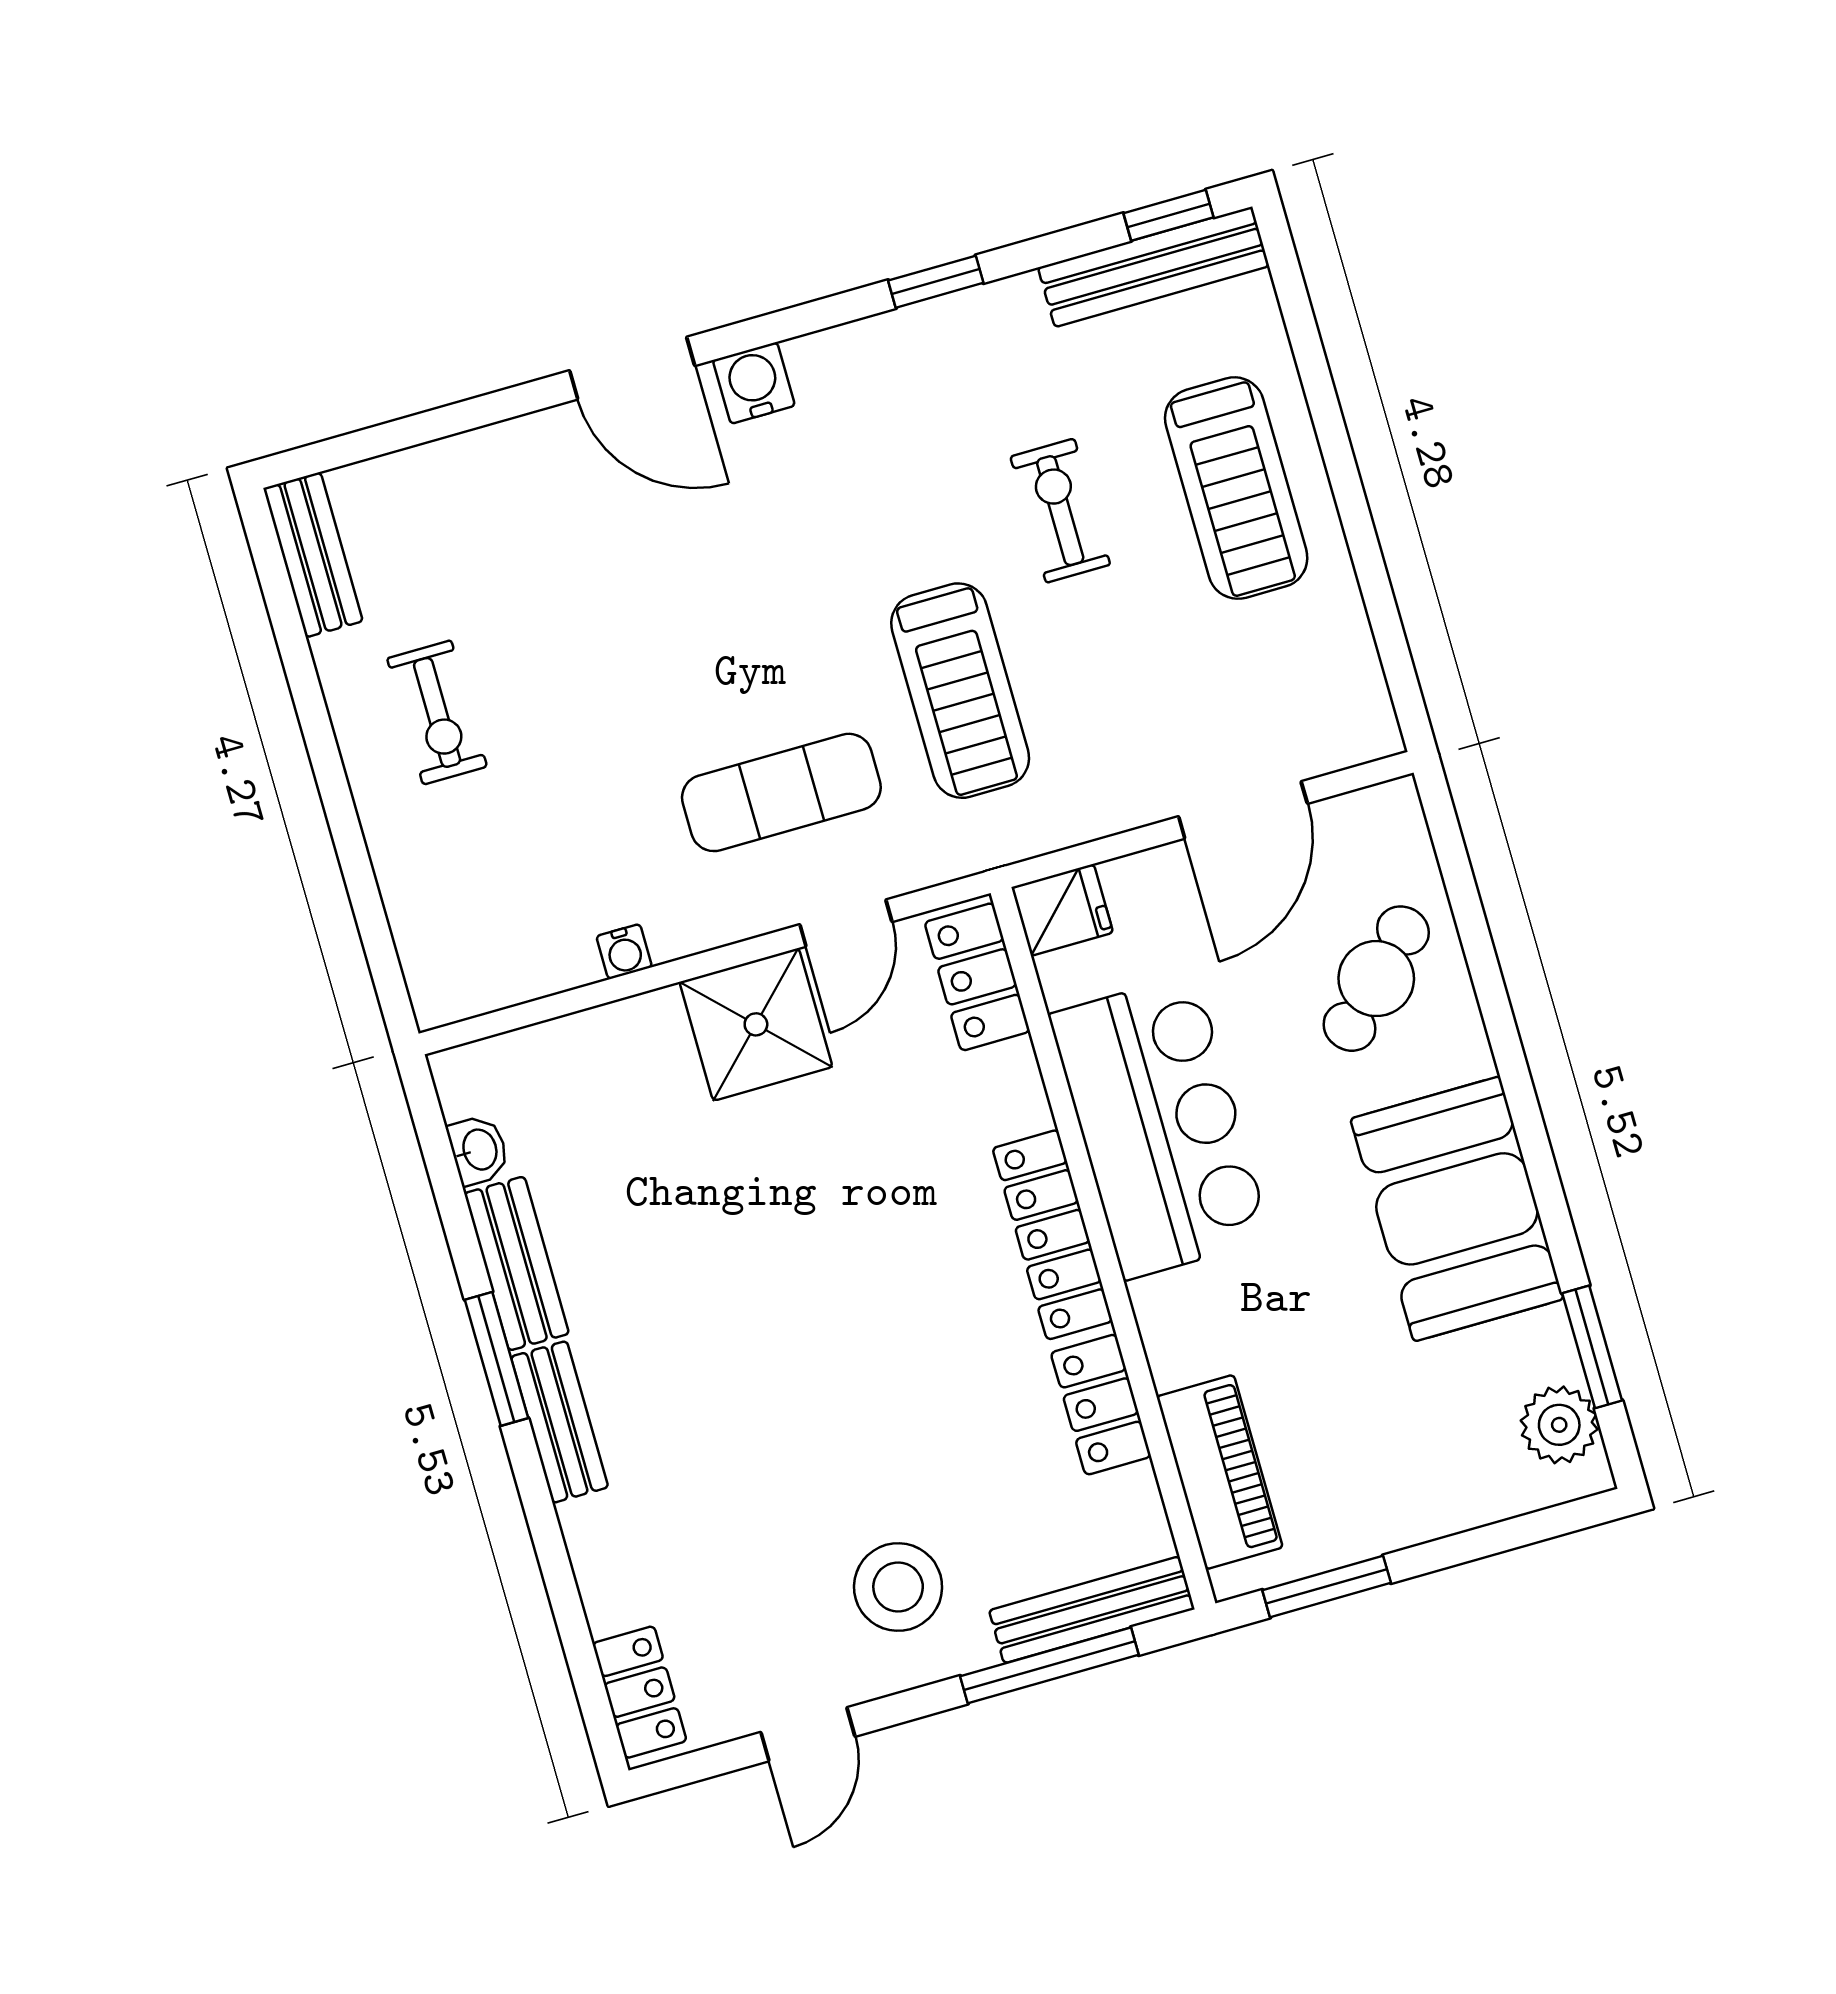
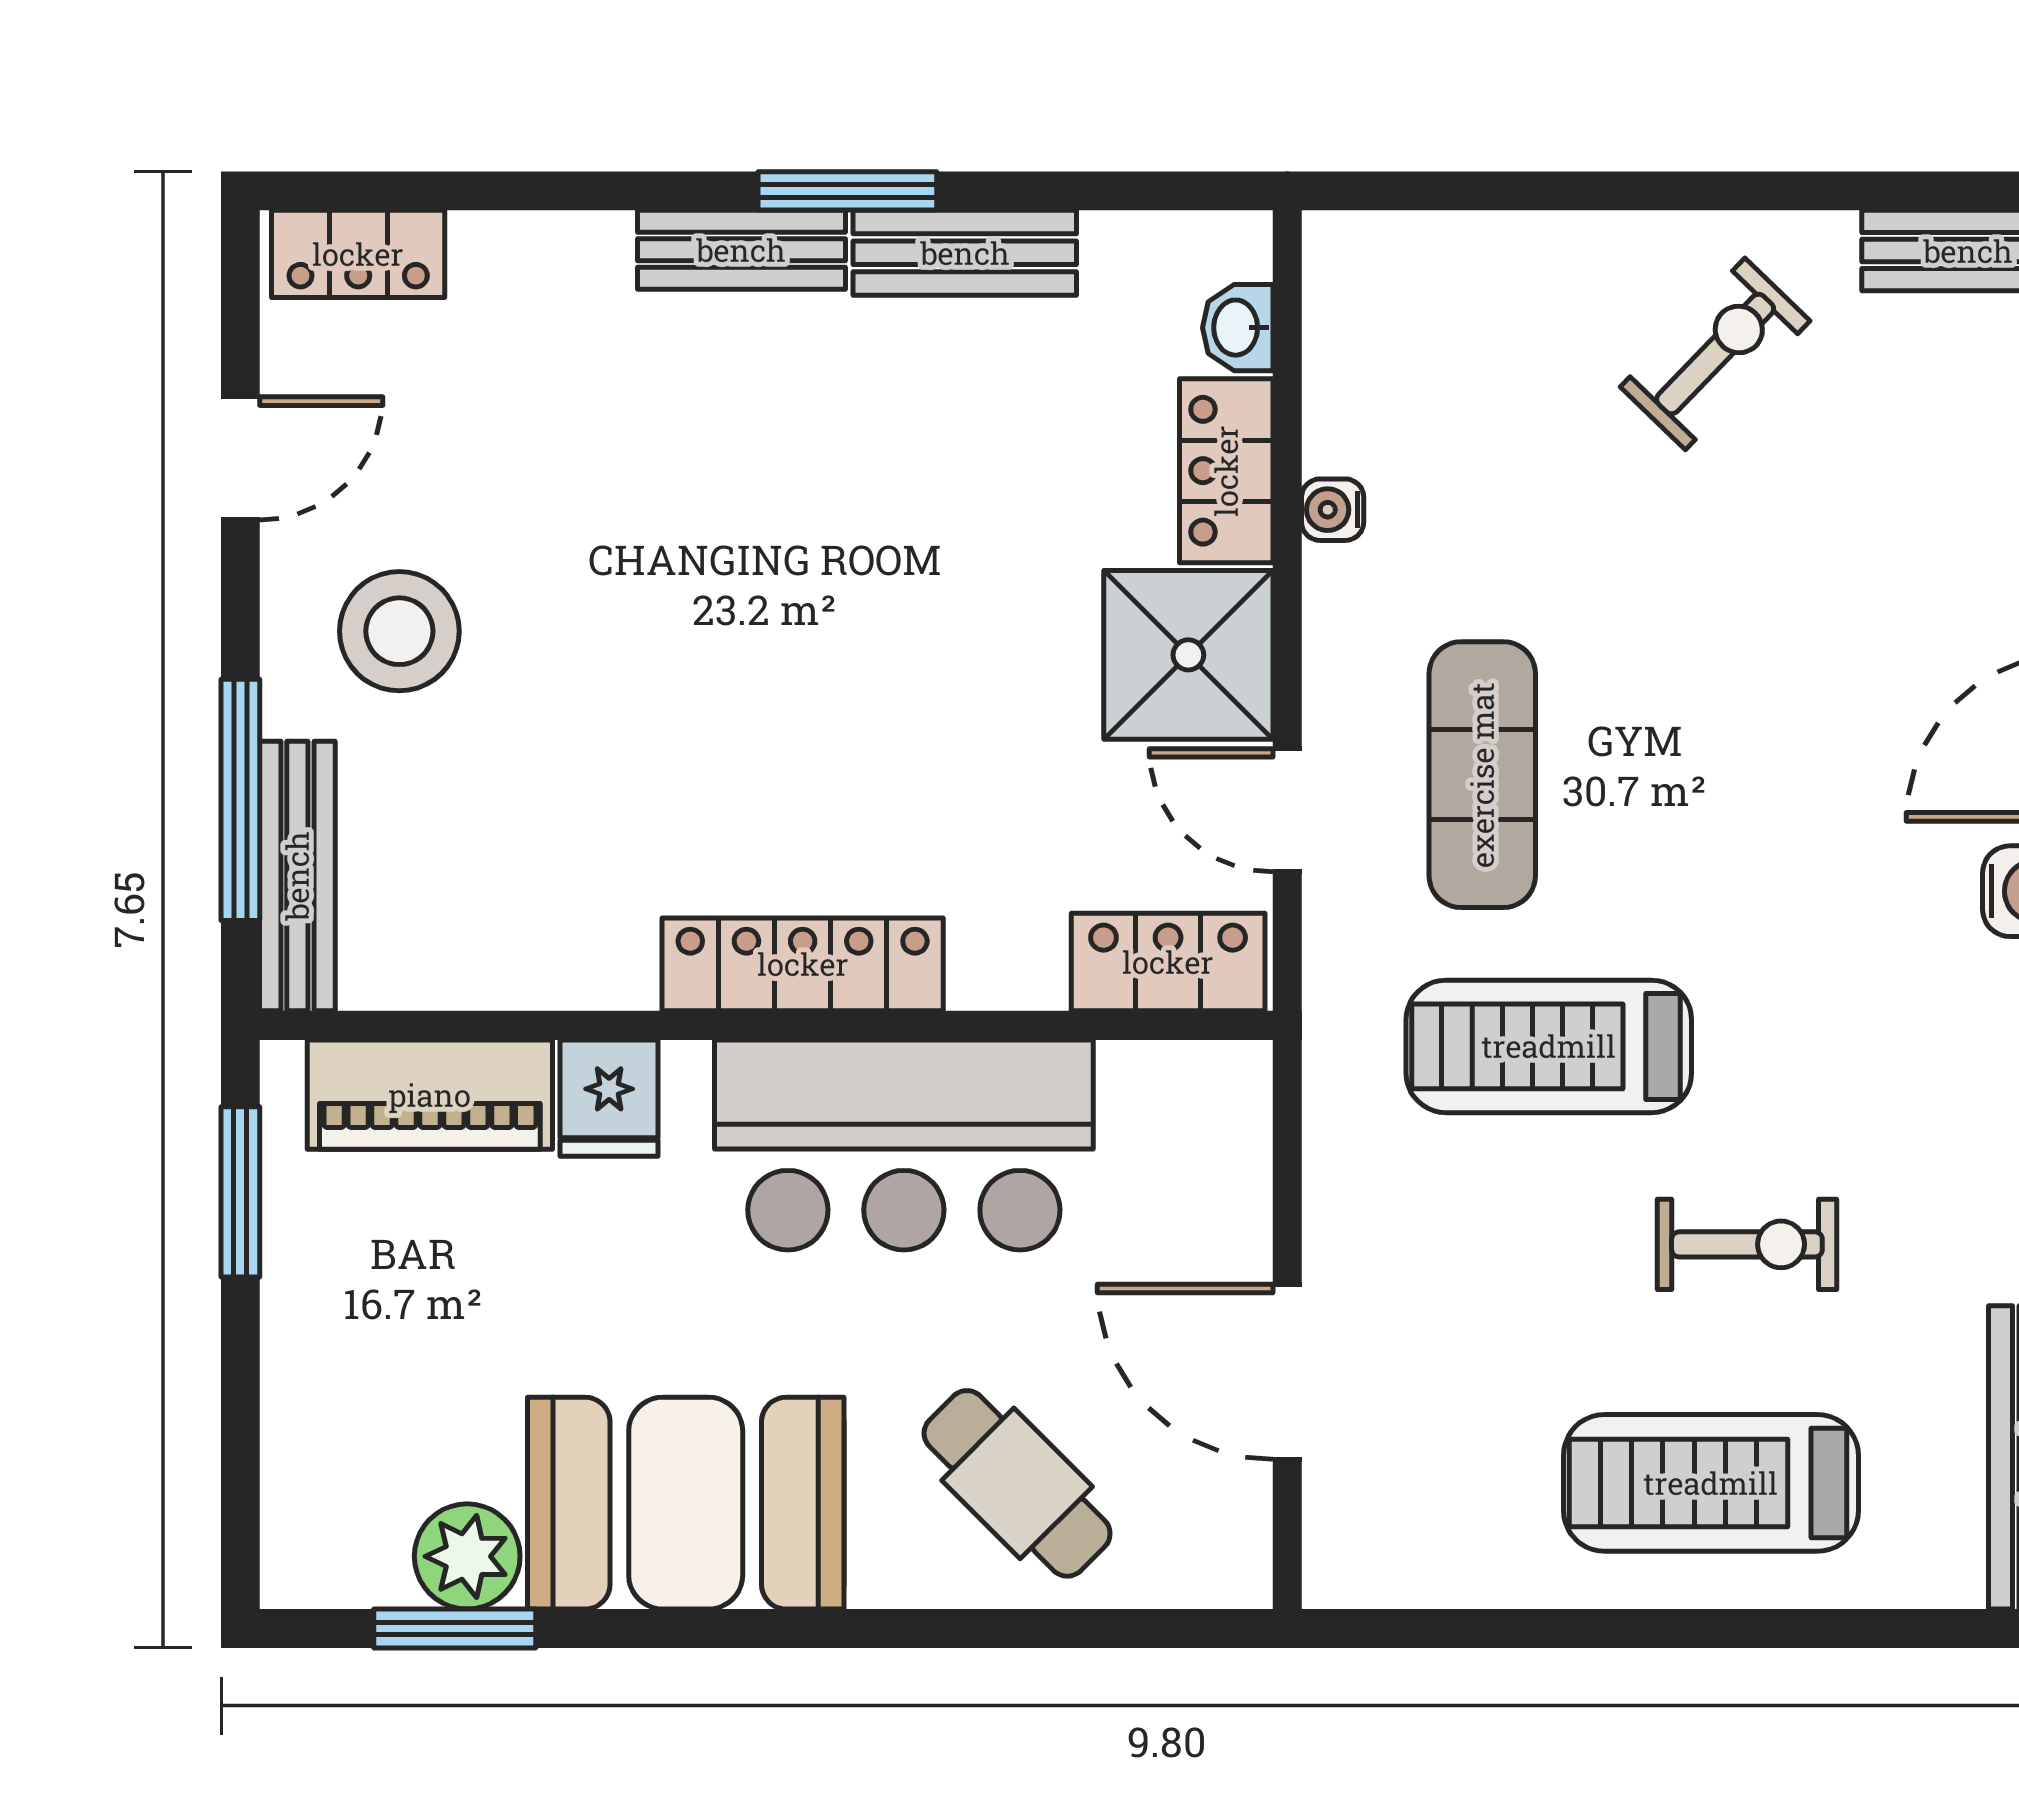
exercise bike: (437, 712) -> (1715, 354), turned 134
fridge: (1062, 910) -> (609, 1098), moved
washbasin: (478, 1150) -> (1238, 328), moved, turned 90
locker: (1101, 1405) -> (1226, 471), moved, turned -90
plant: (1559, 1425) -> (467, 1556), moved
door: (808, 1734) -> (240, 458), swing flipped

